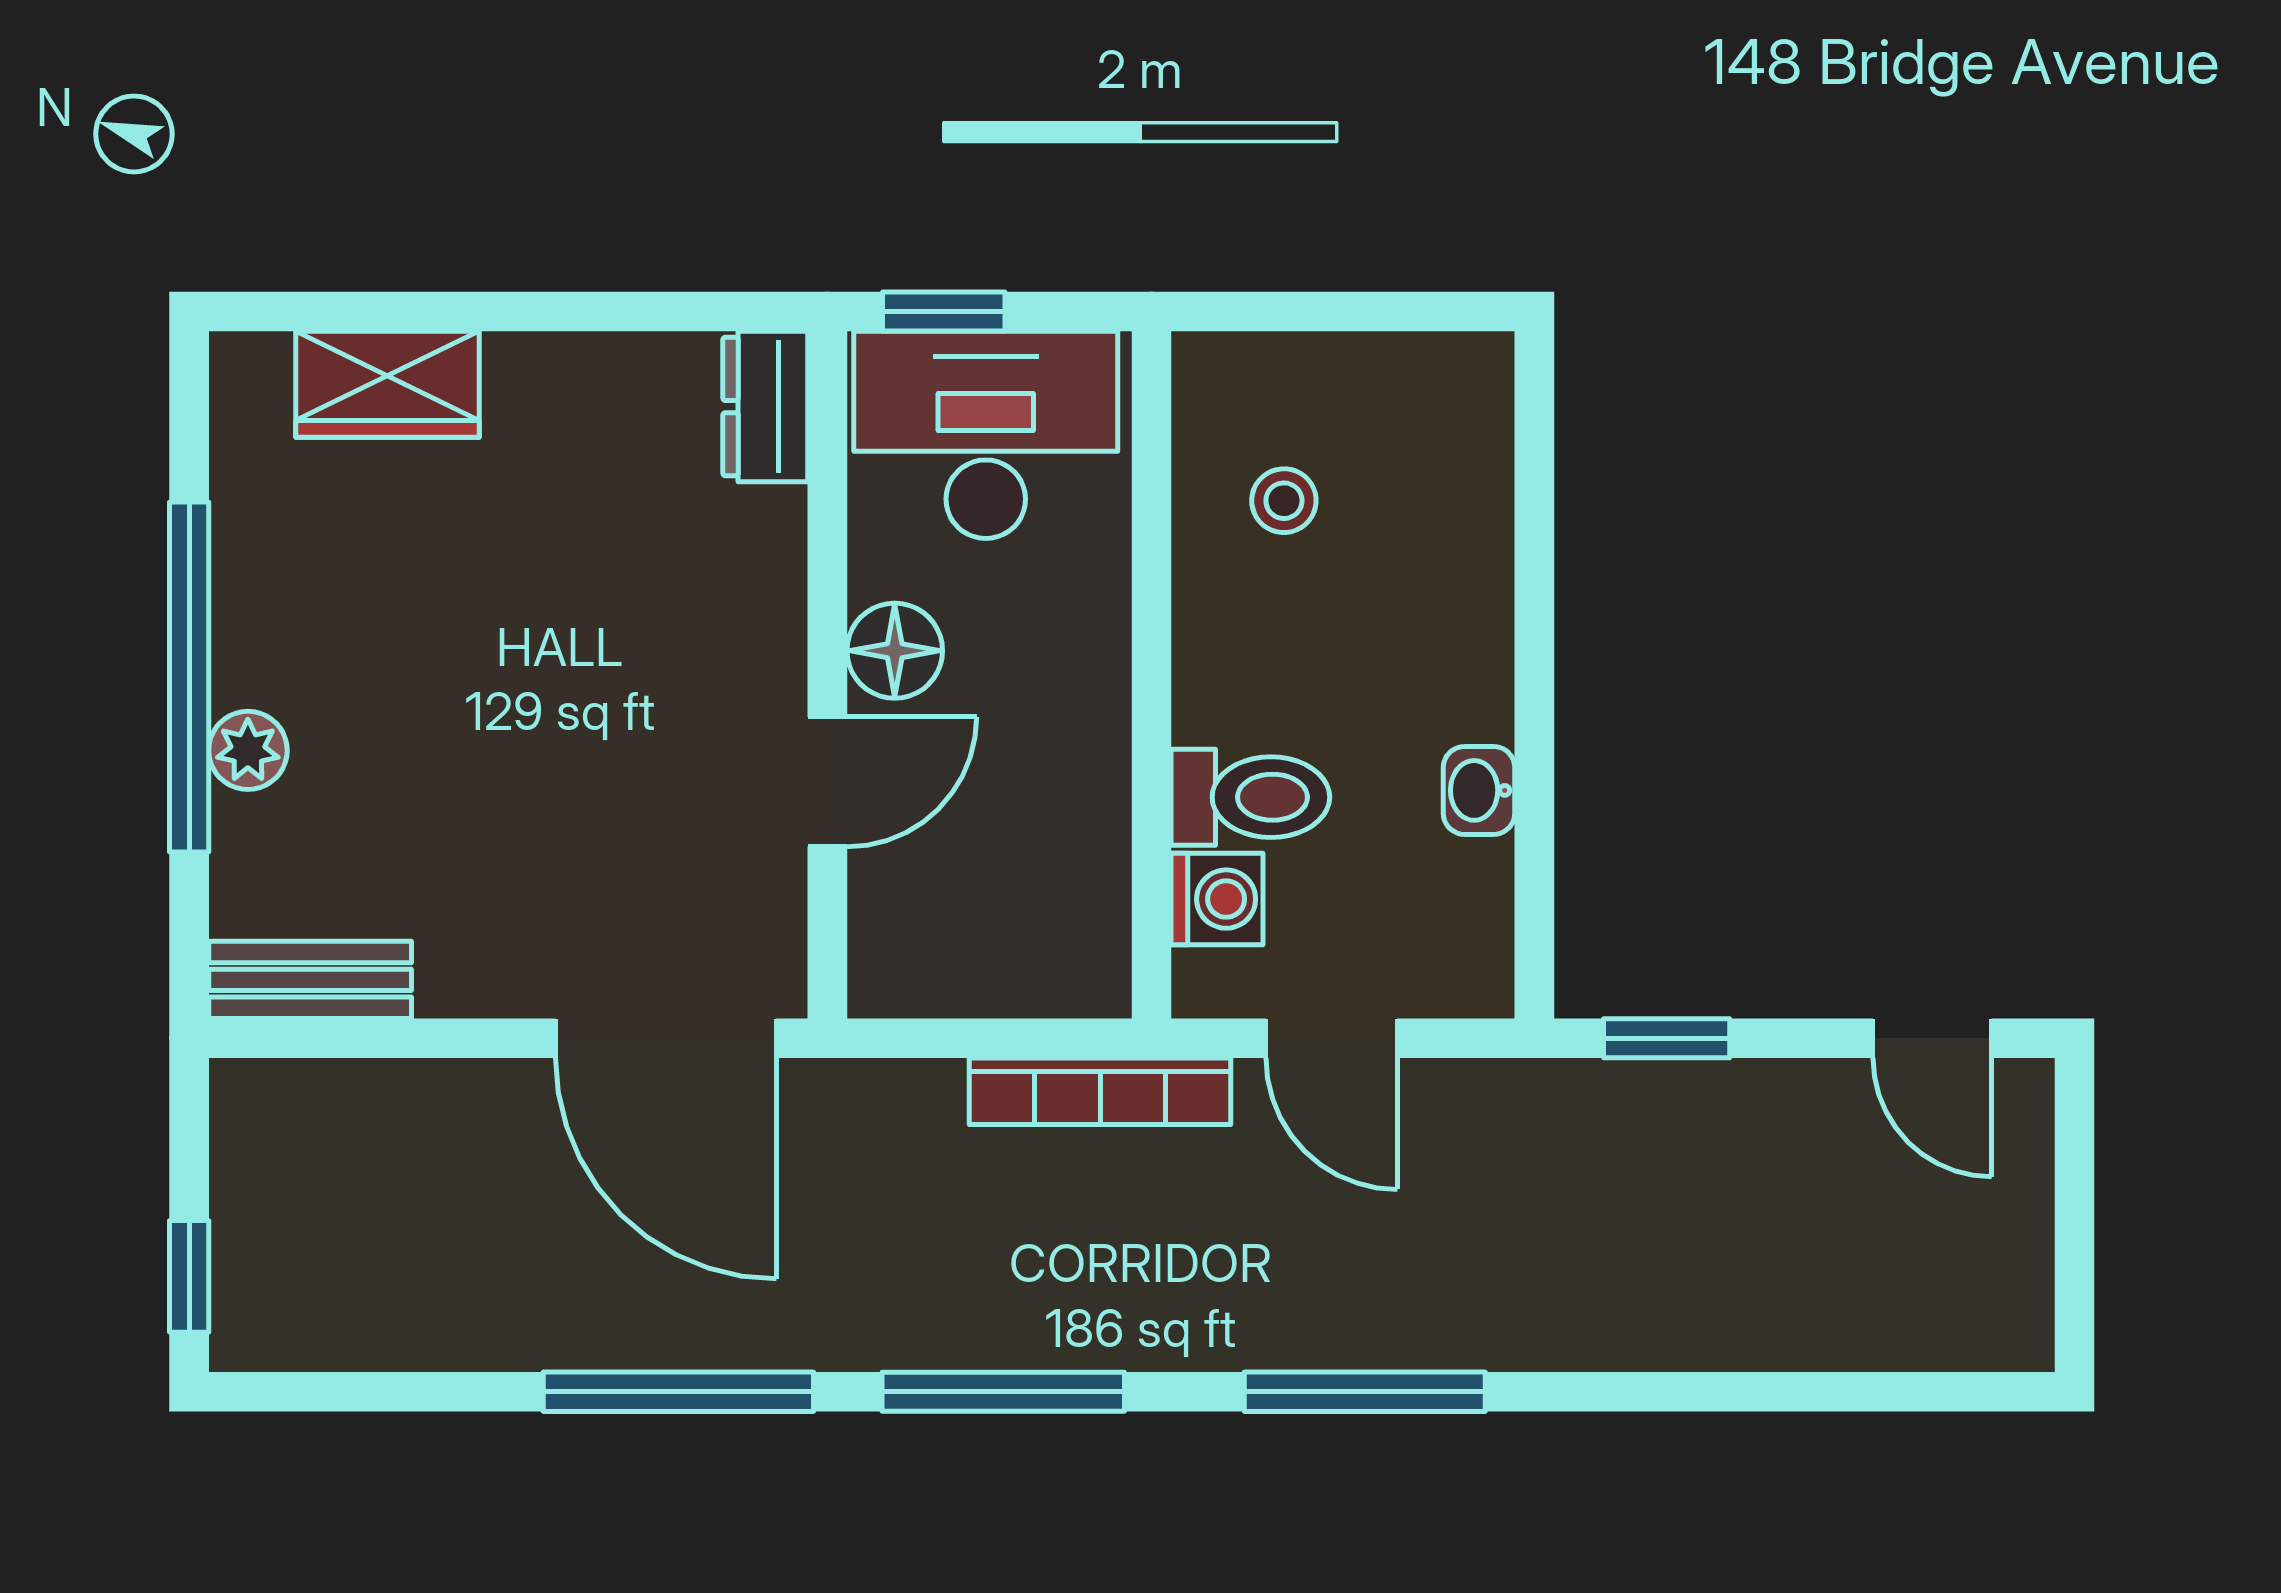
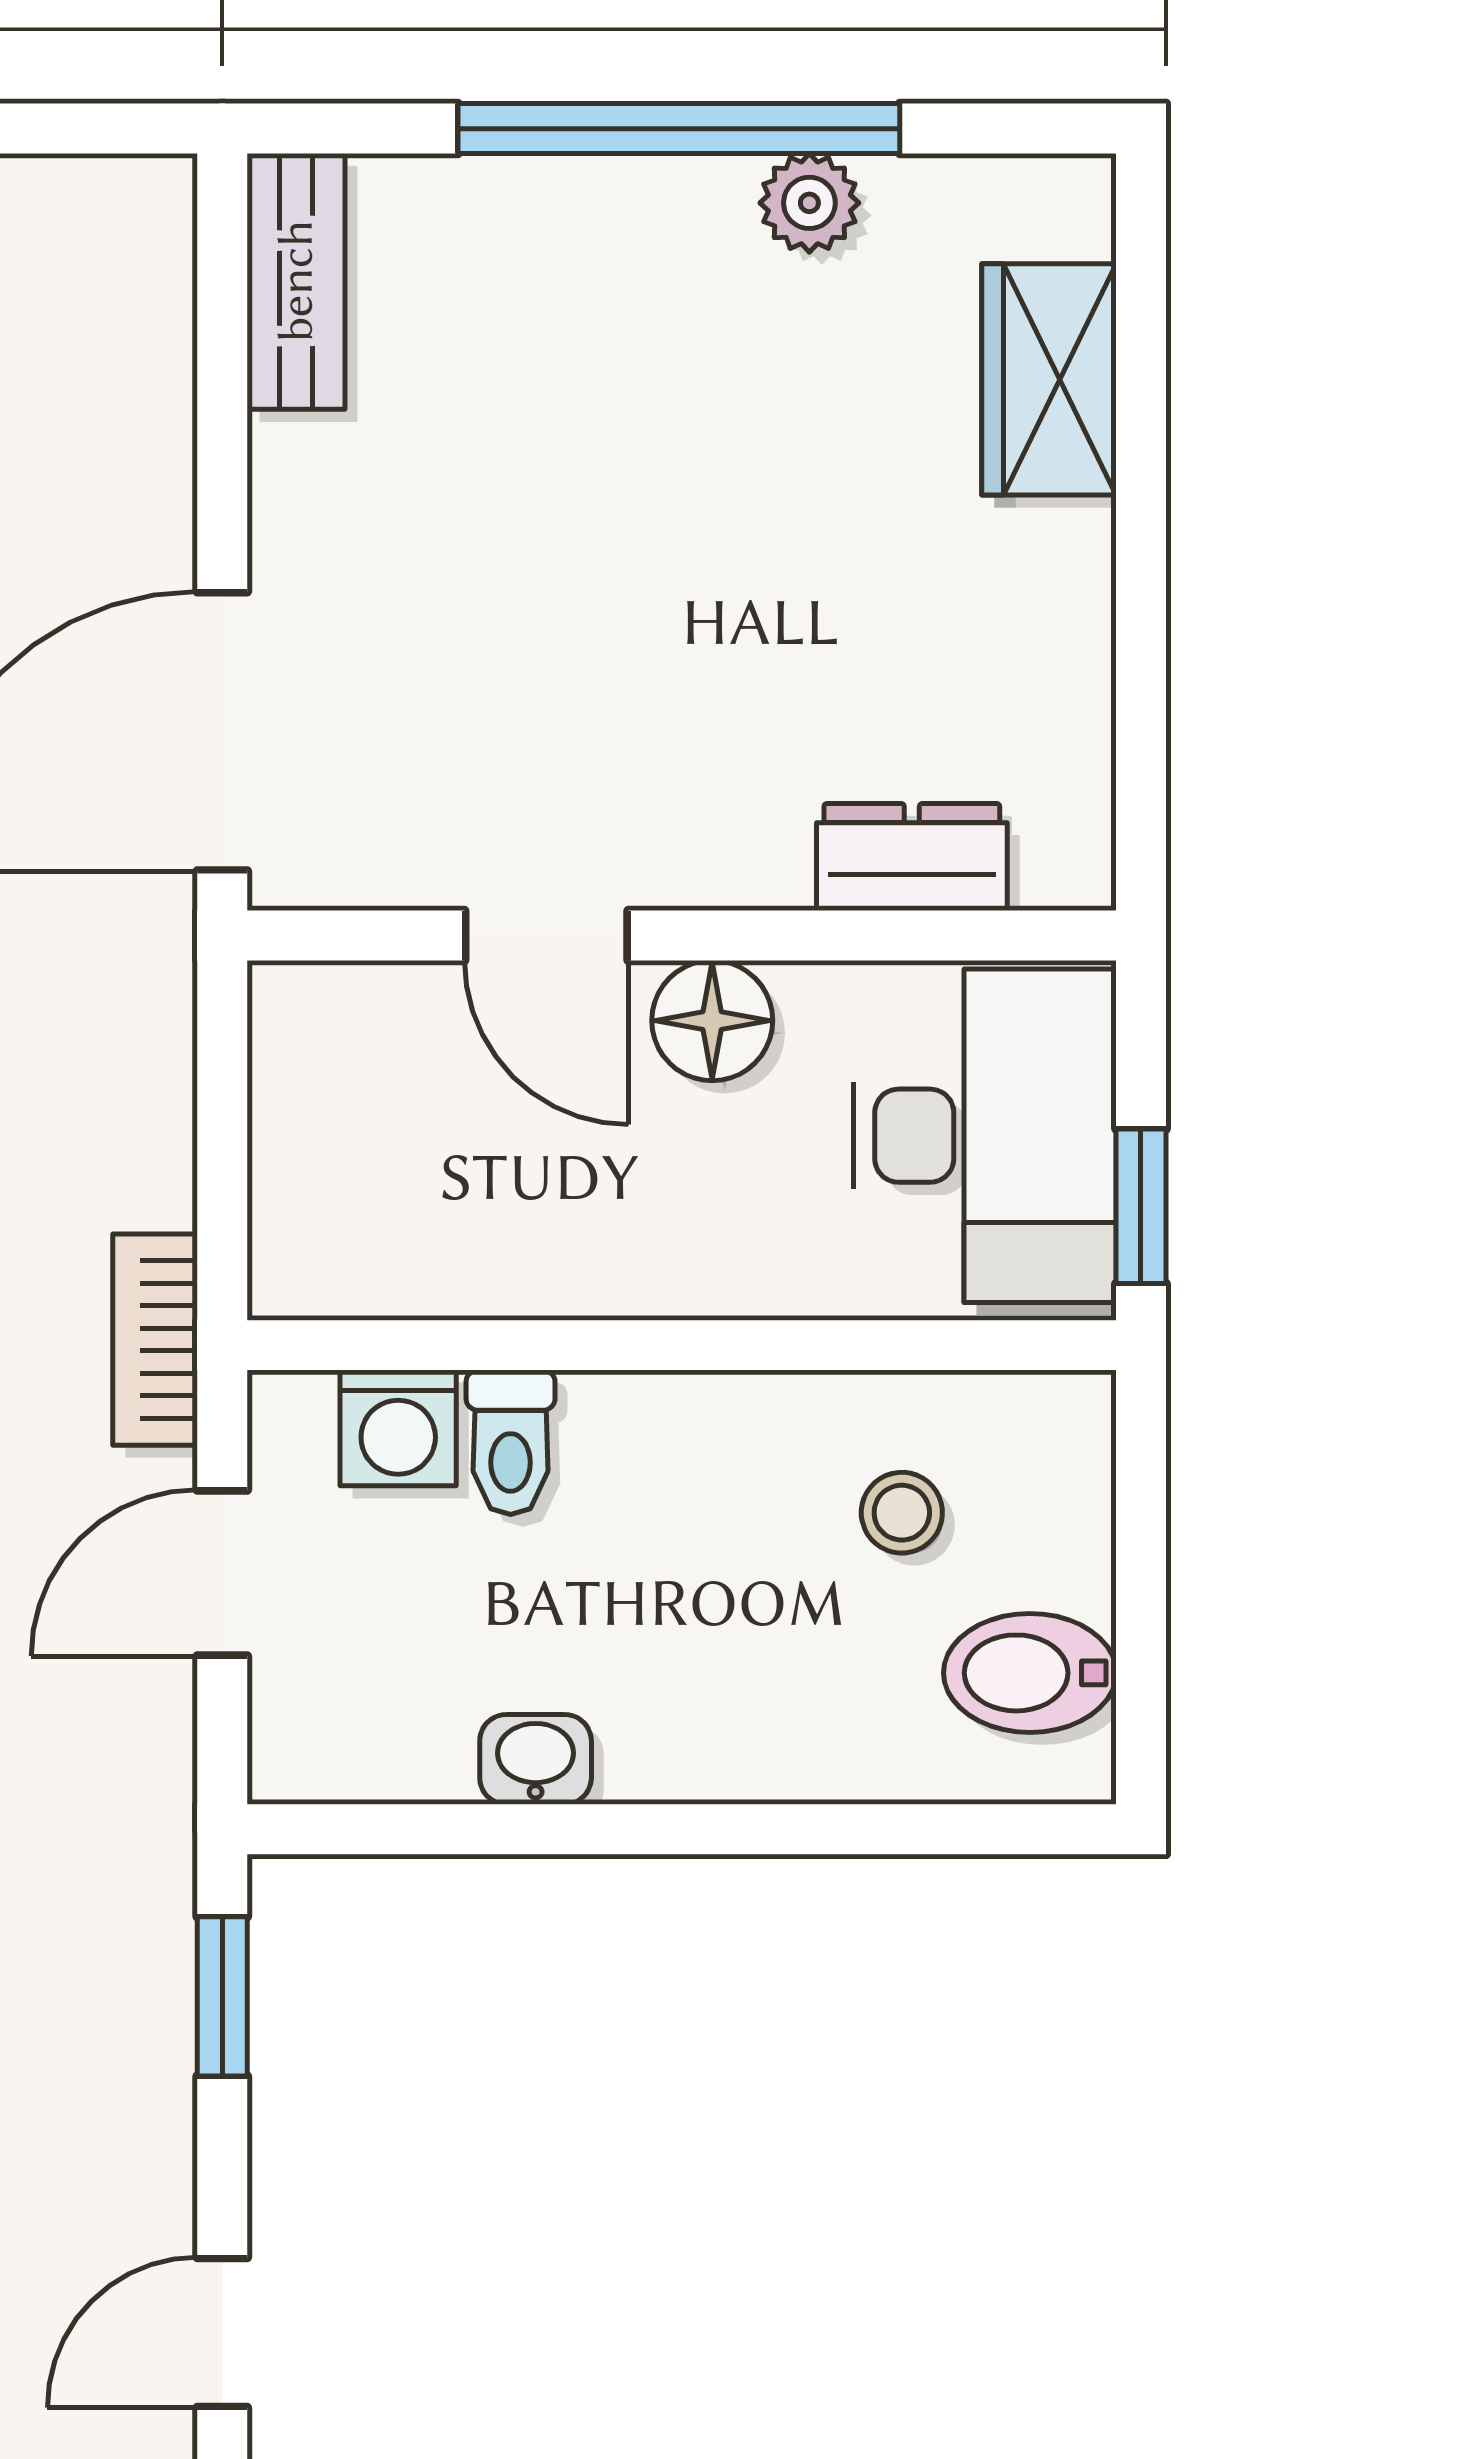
window: (944, 312) -> (1141, 1206), moved
bidet: (1411, 399) -> (1030, 1673), added
dresser: (765, 407) -> (912, 857), moved
plant: (248, 750) -> (809, 203), moved
toilet: (1250, 797) -> (511, 1442), width x0.73, depth x0.72
bookcase: (1100, 1091) -> (155, 1340), width x0.64

